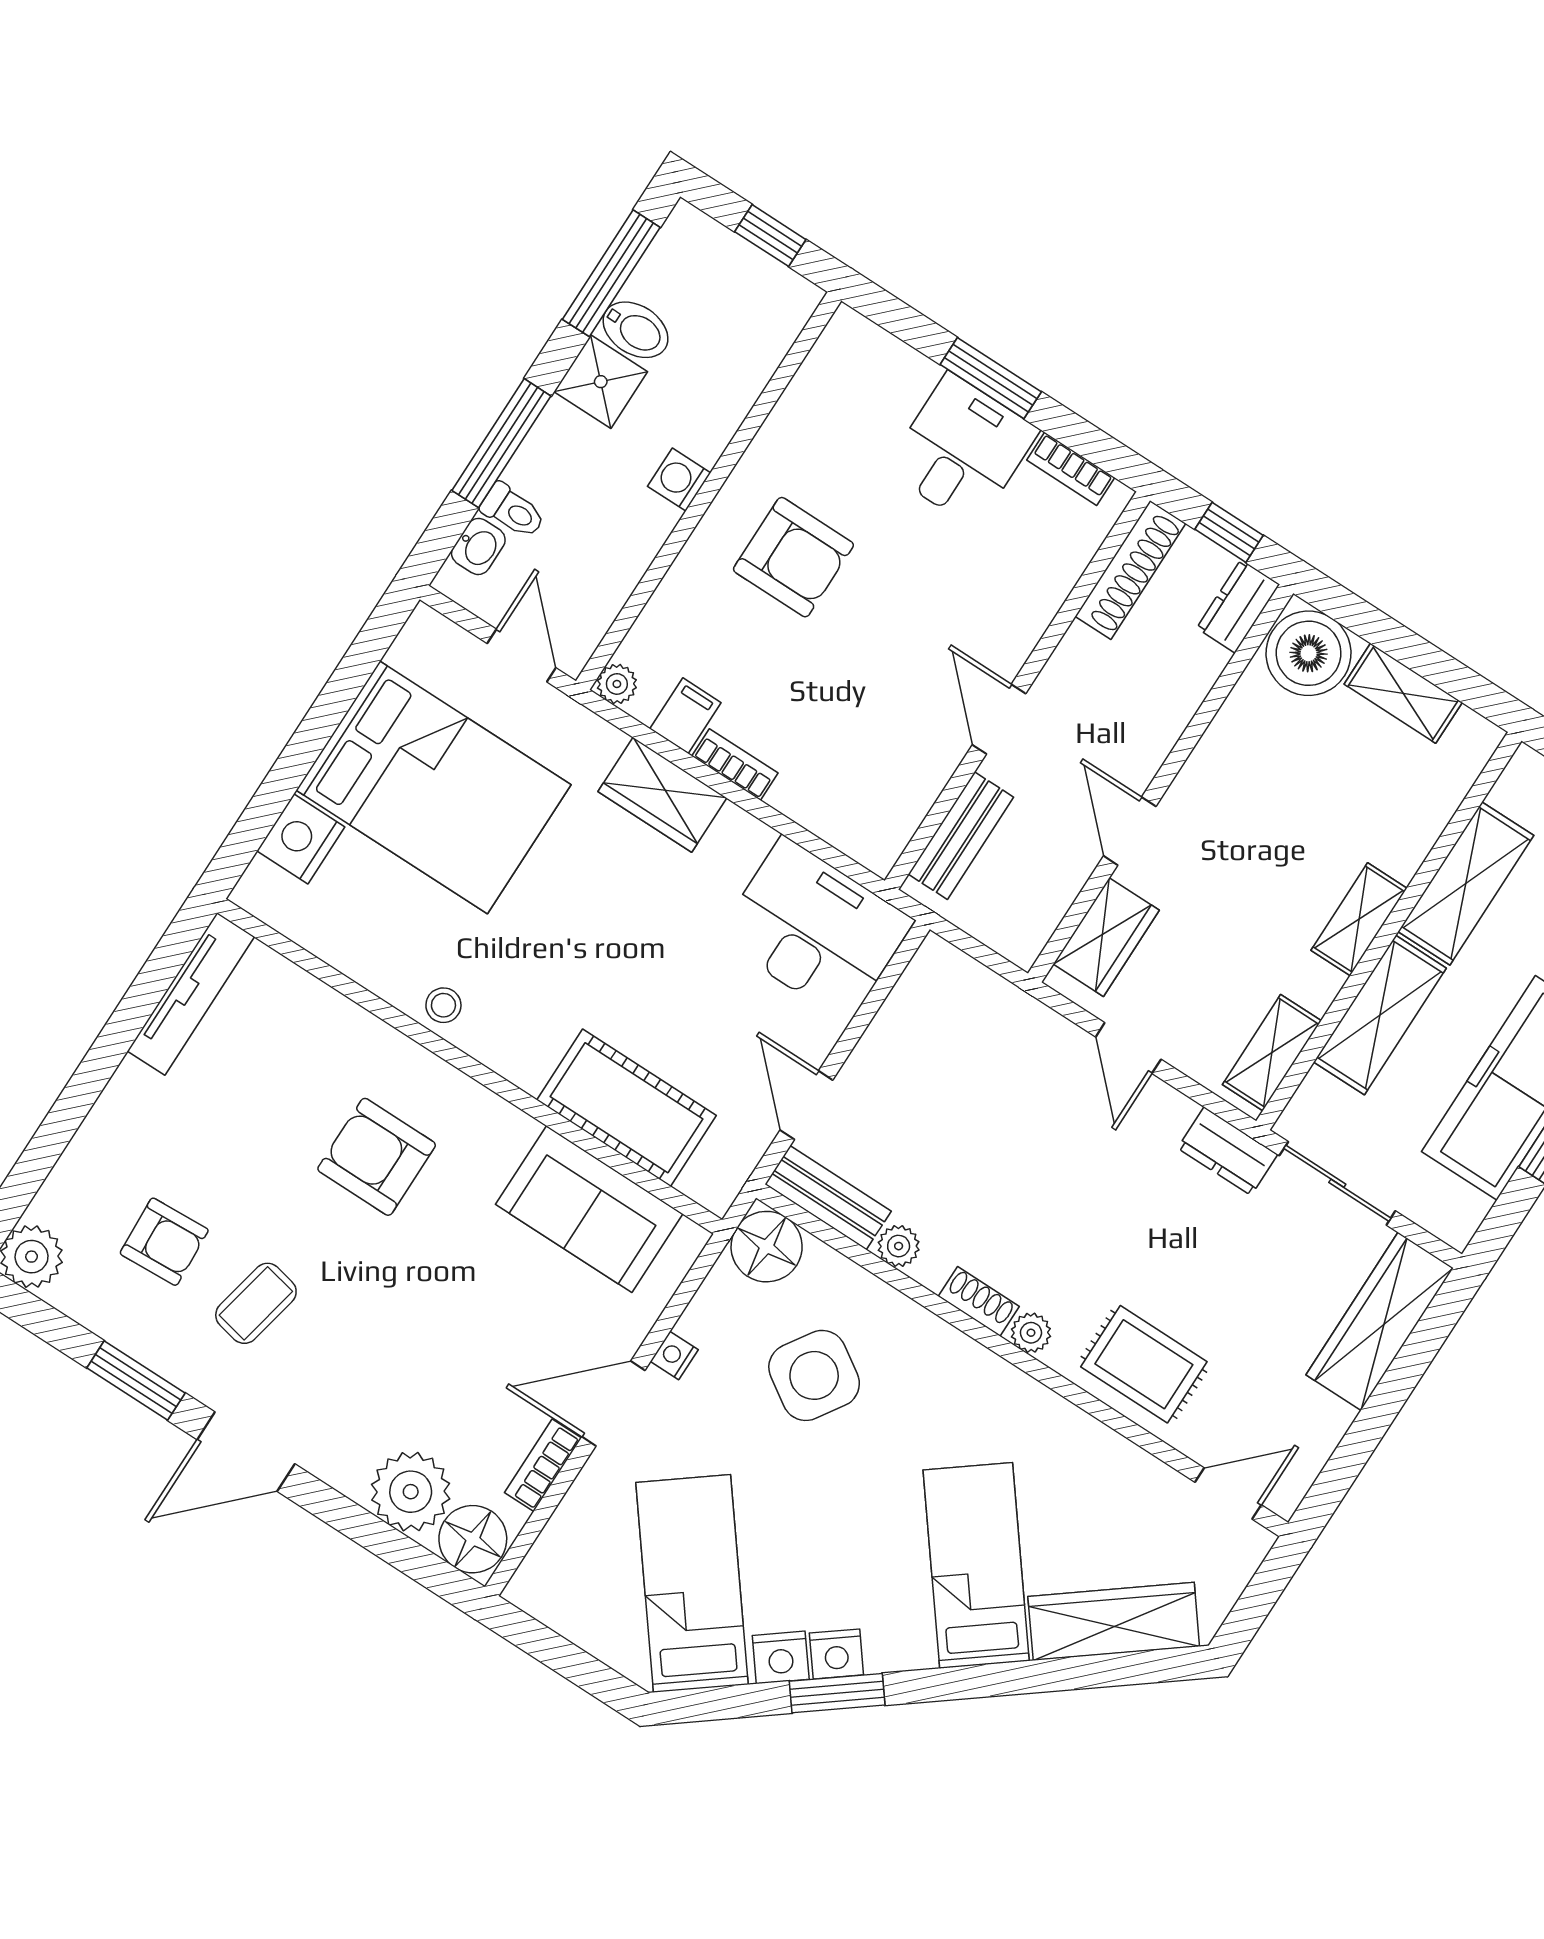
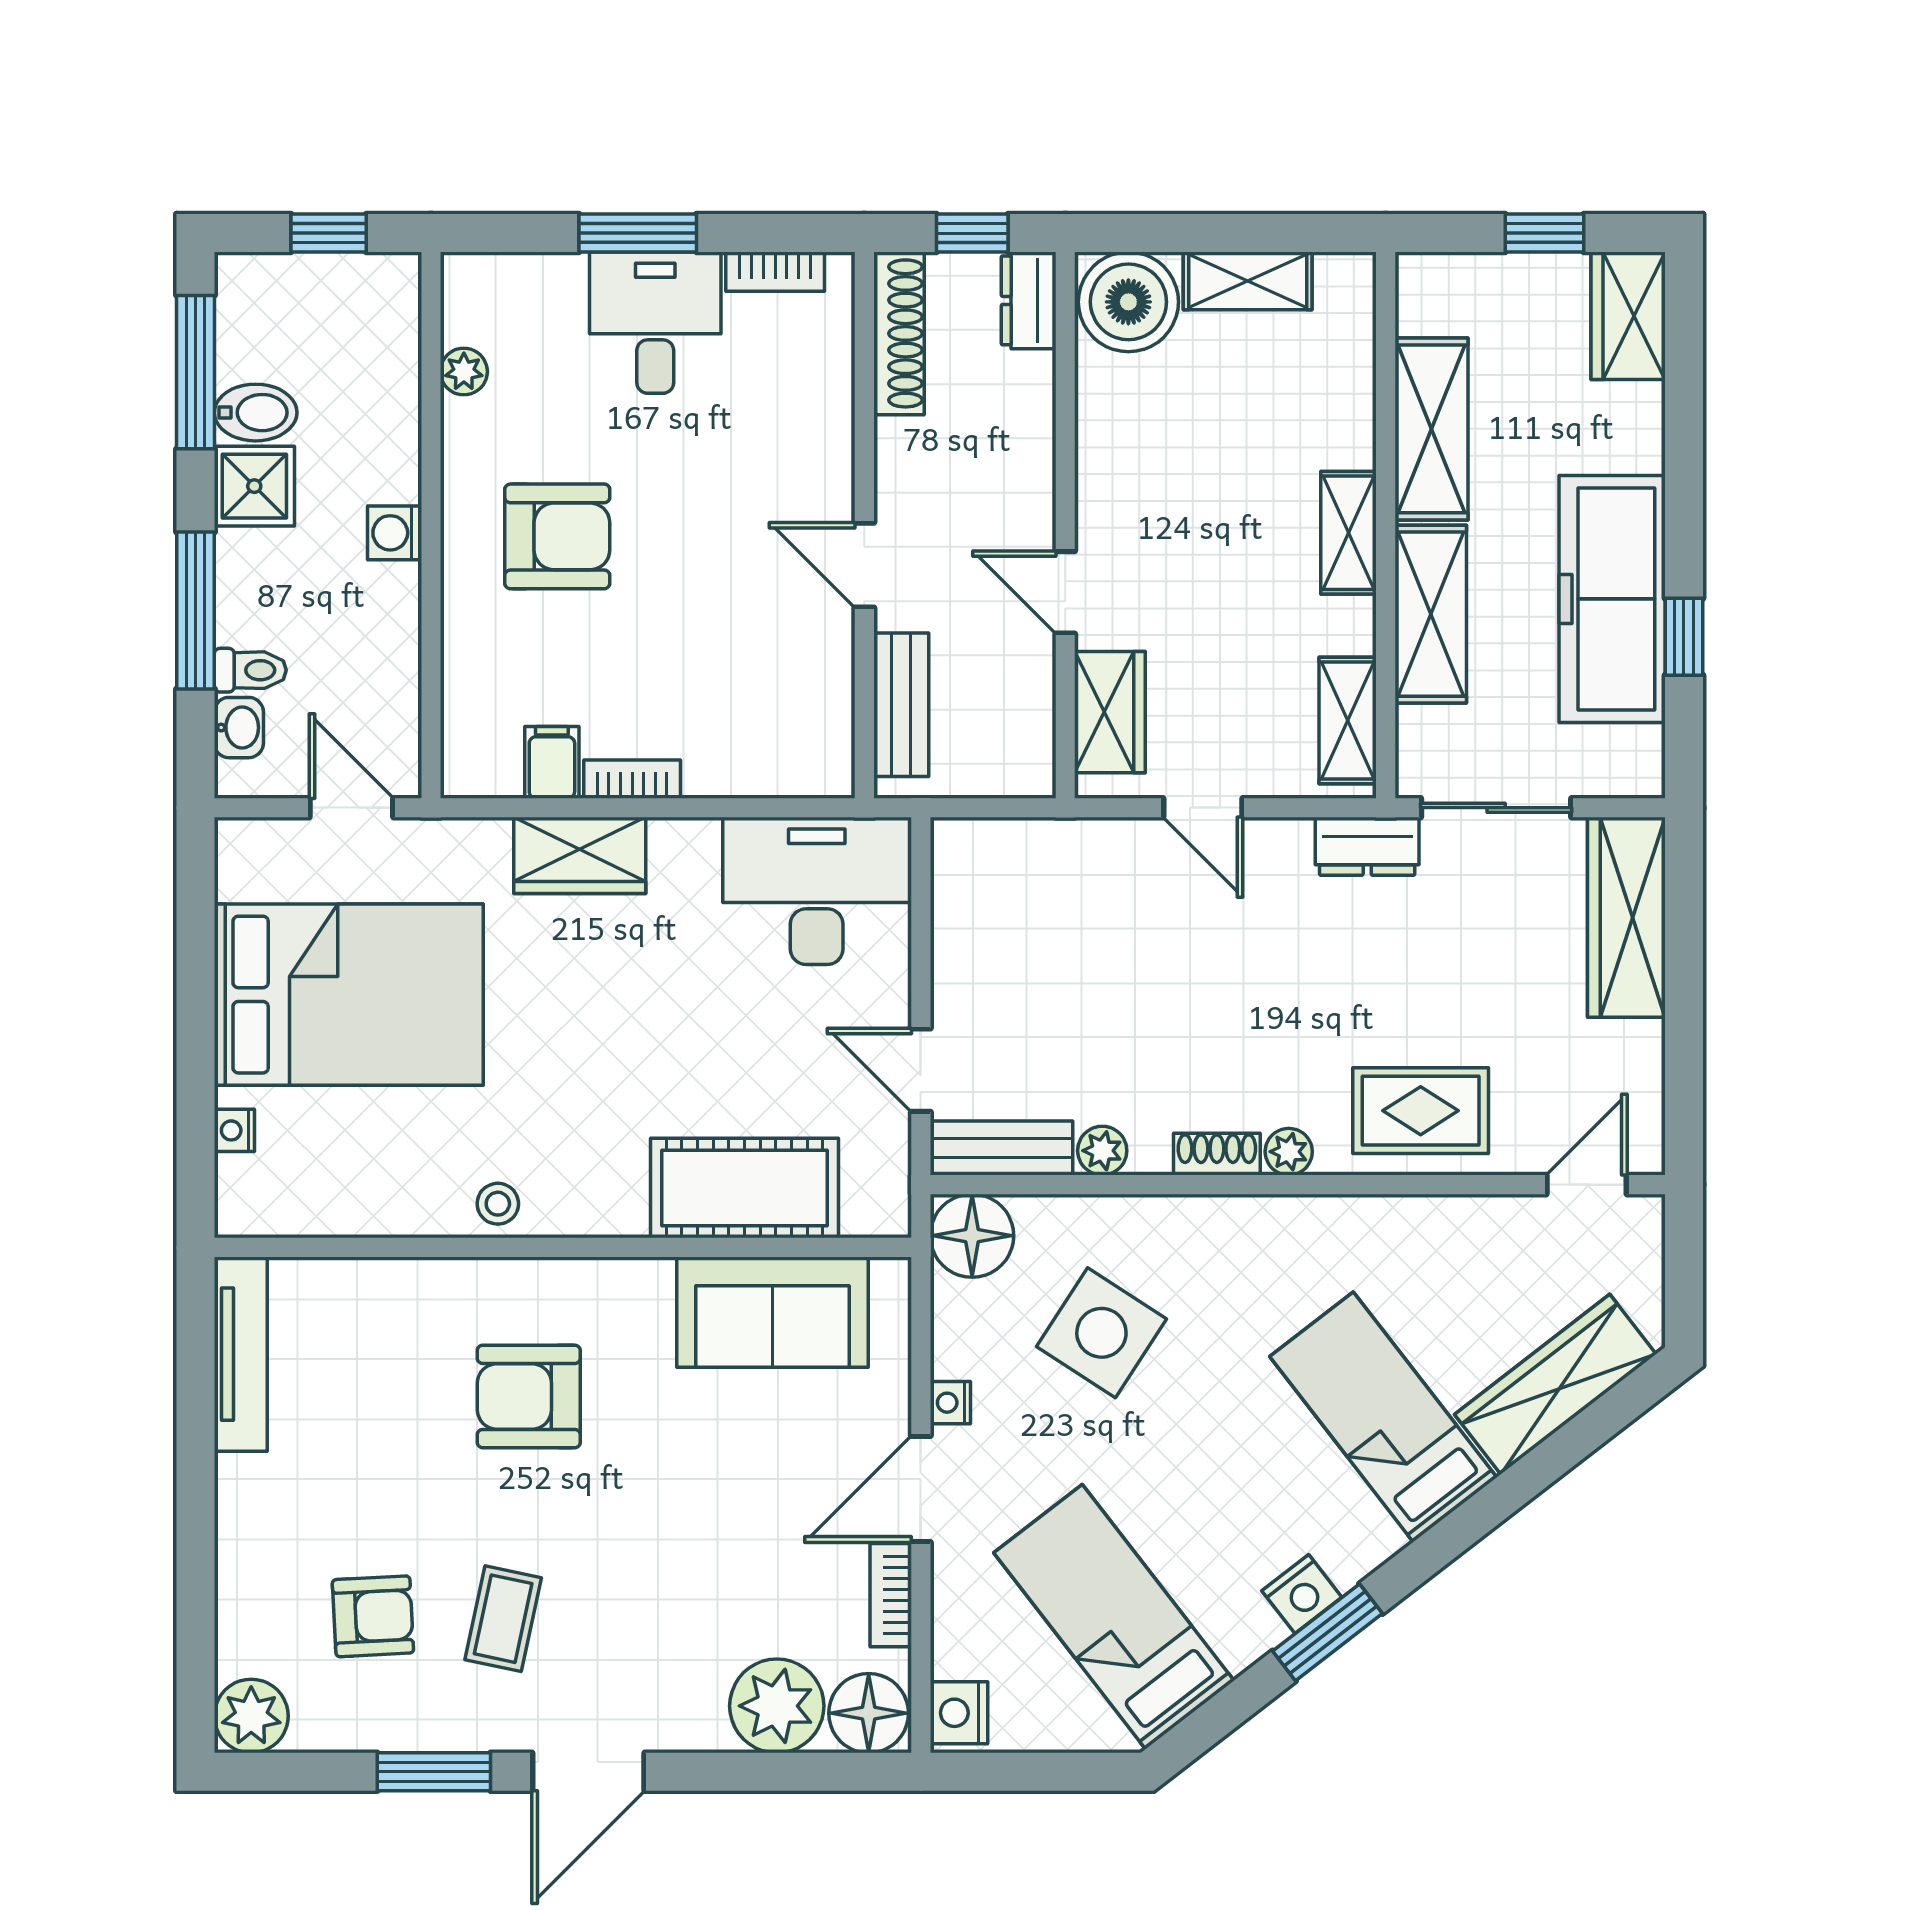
plant: (617, 684) -> (464, 372), moved
nightstand: (301, 839) -> (234, 1130), width x0.53, depth x0.56
nightstand: (781, 1657) -> (959, 1713), moved, turned 128

